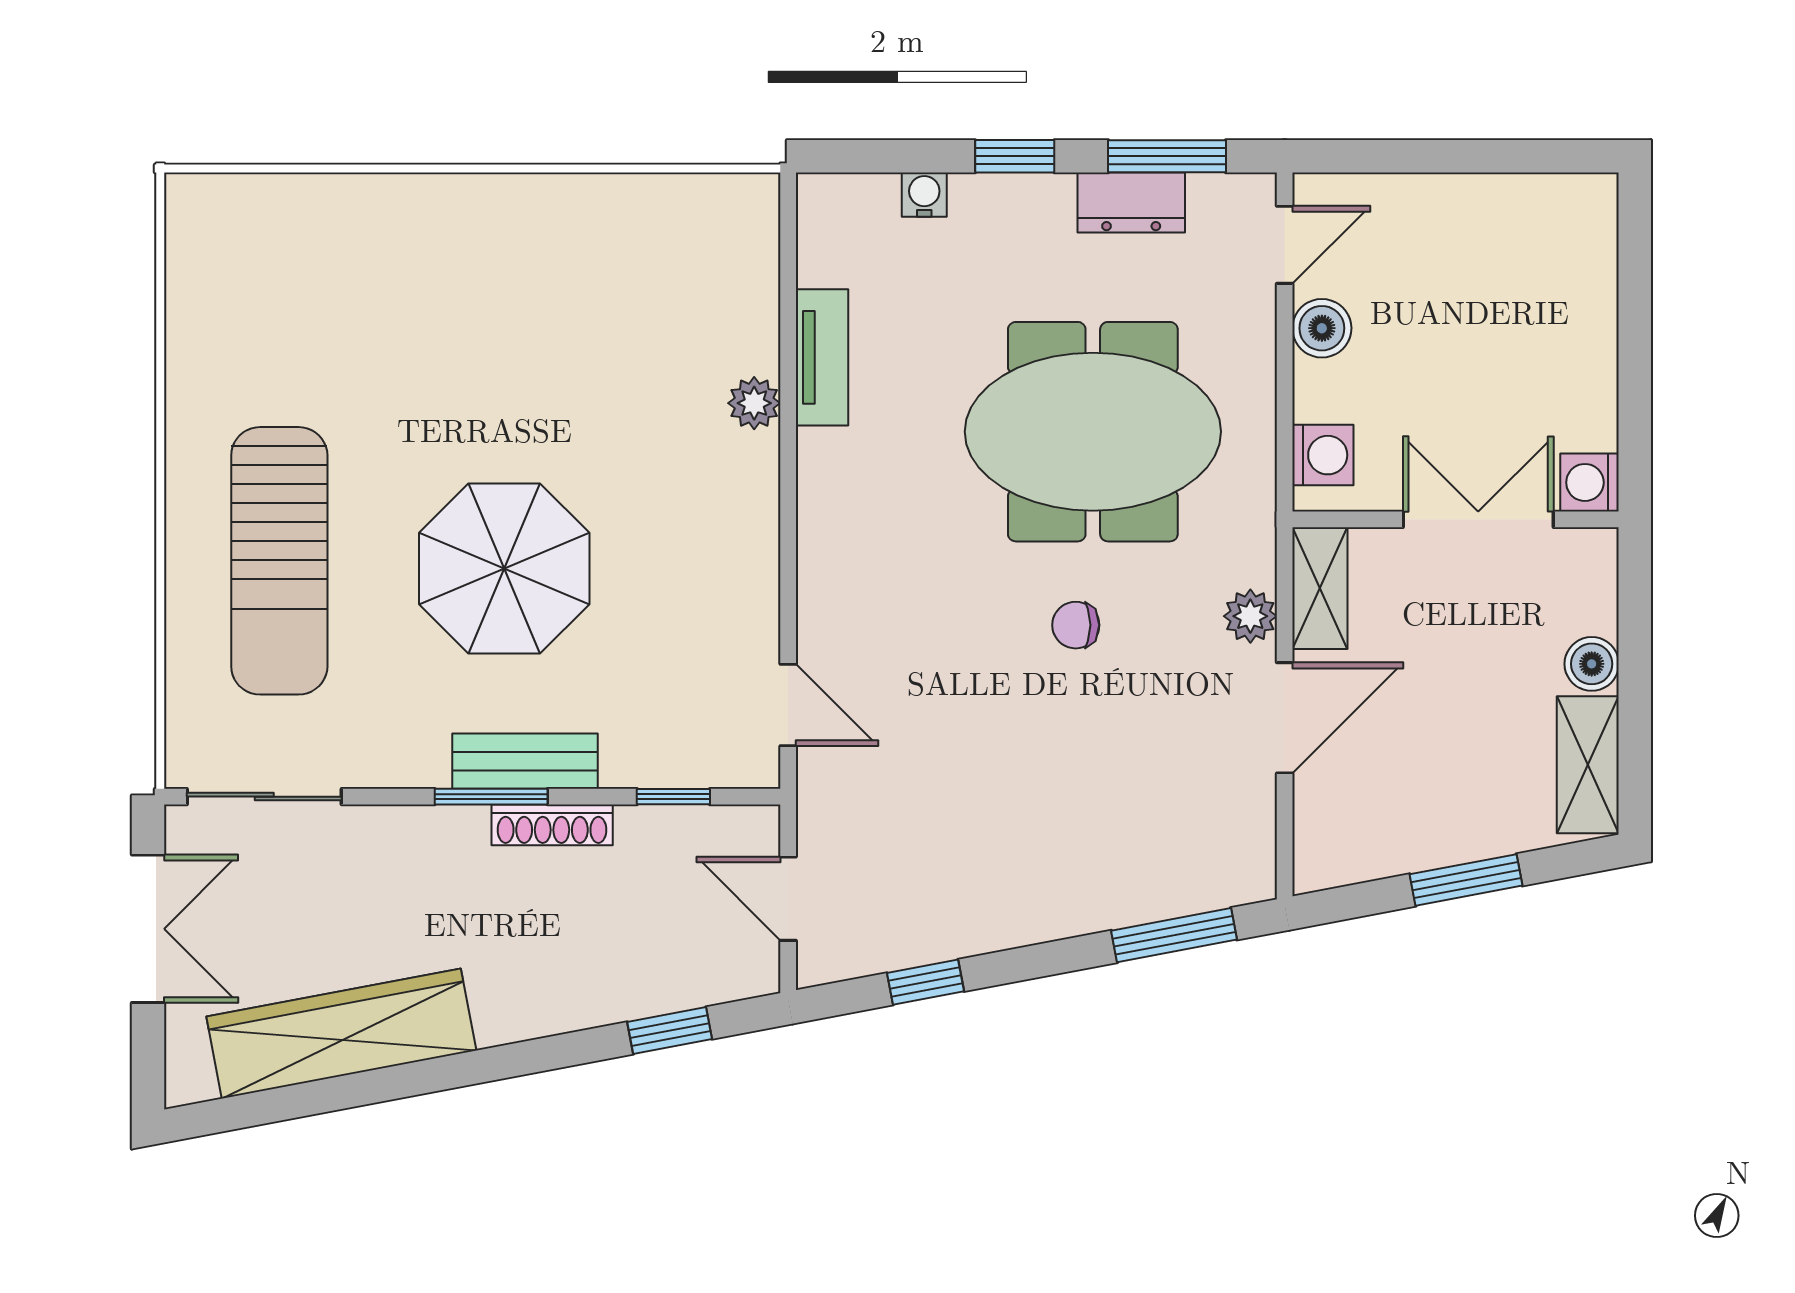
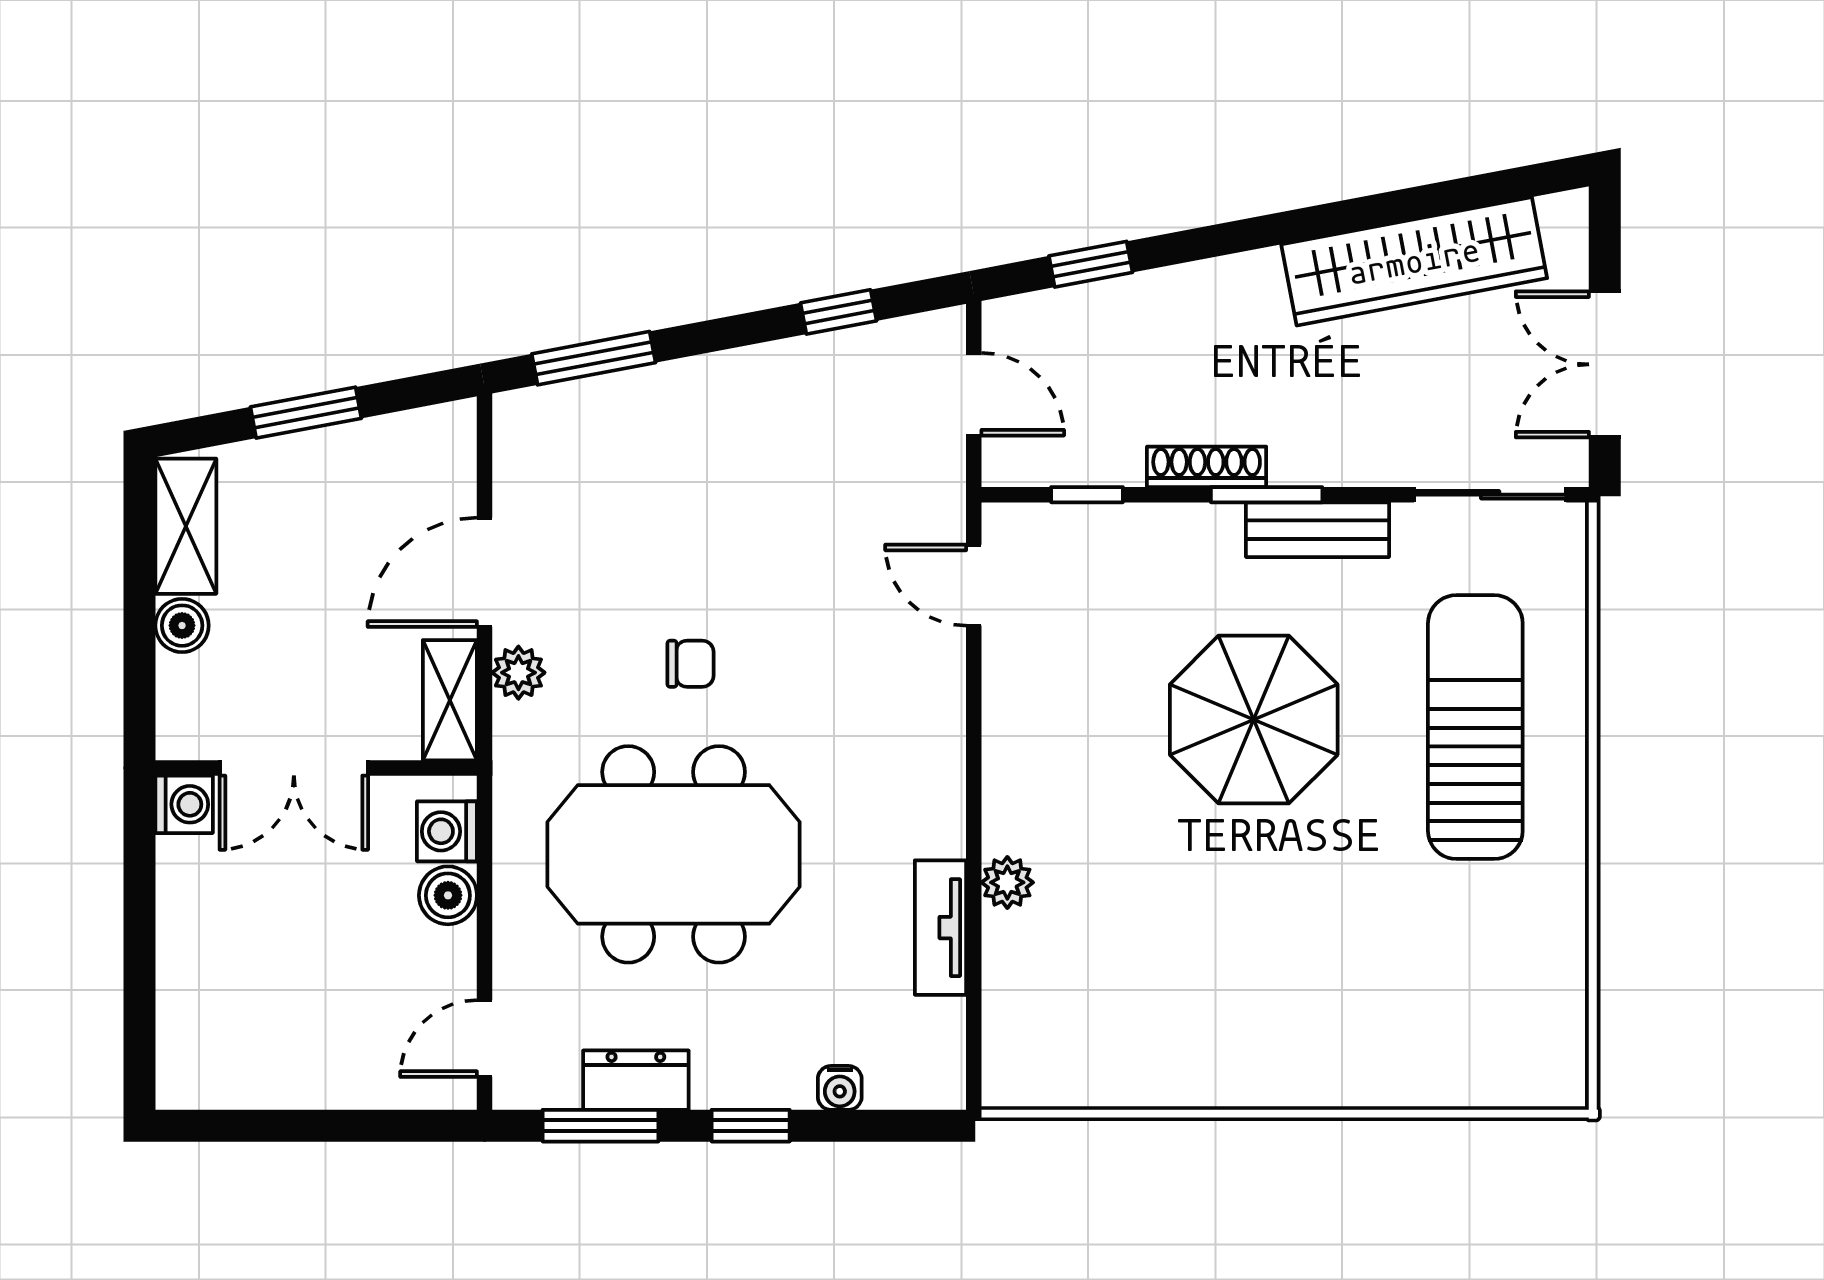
boiler: (1322, 328) -> (448, 895), moved
bench: (525, 761) -> (1317, 530), moved

